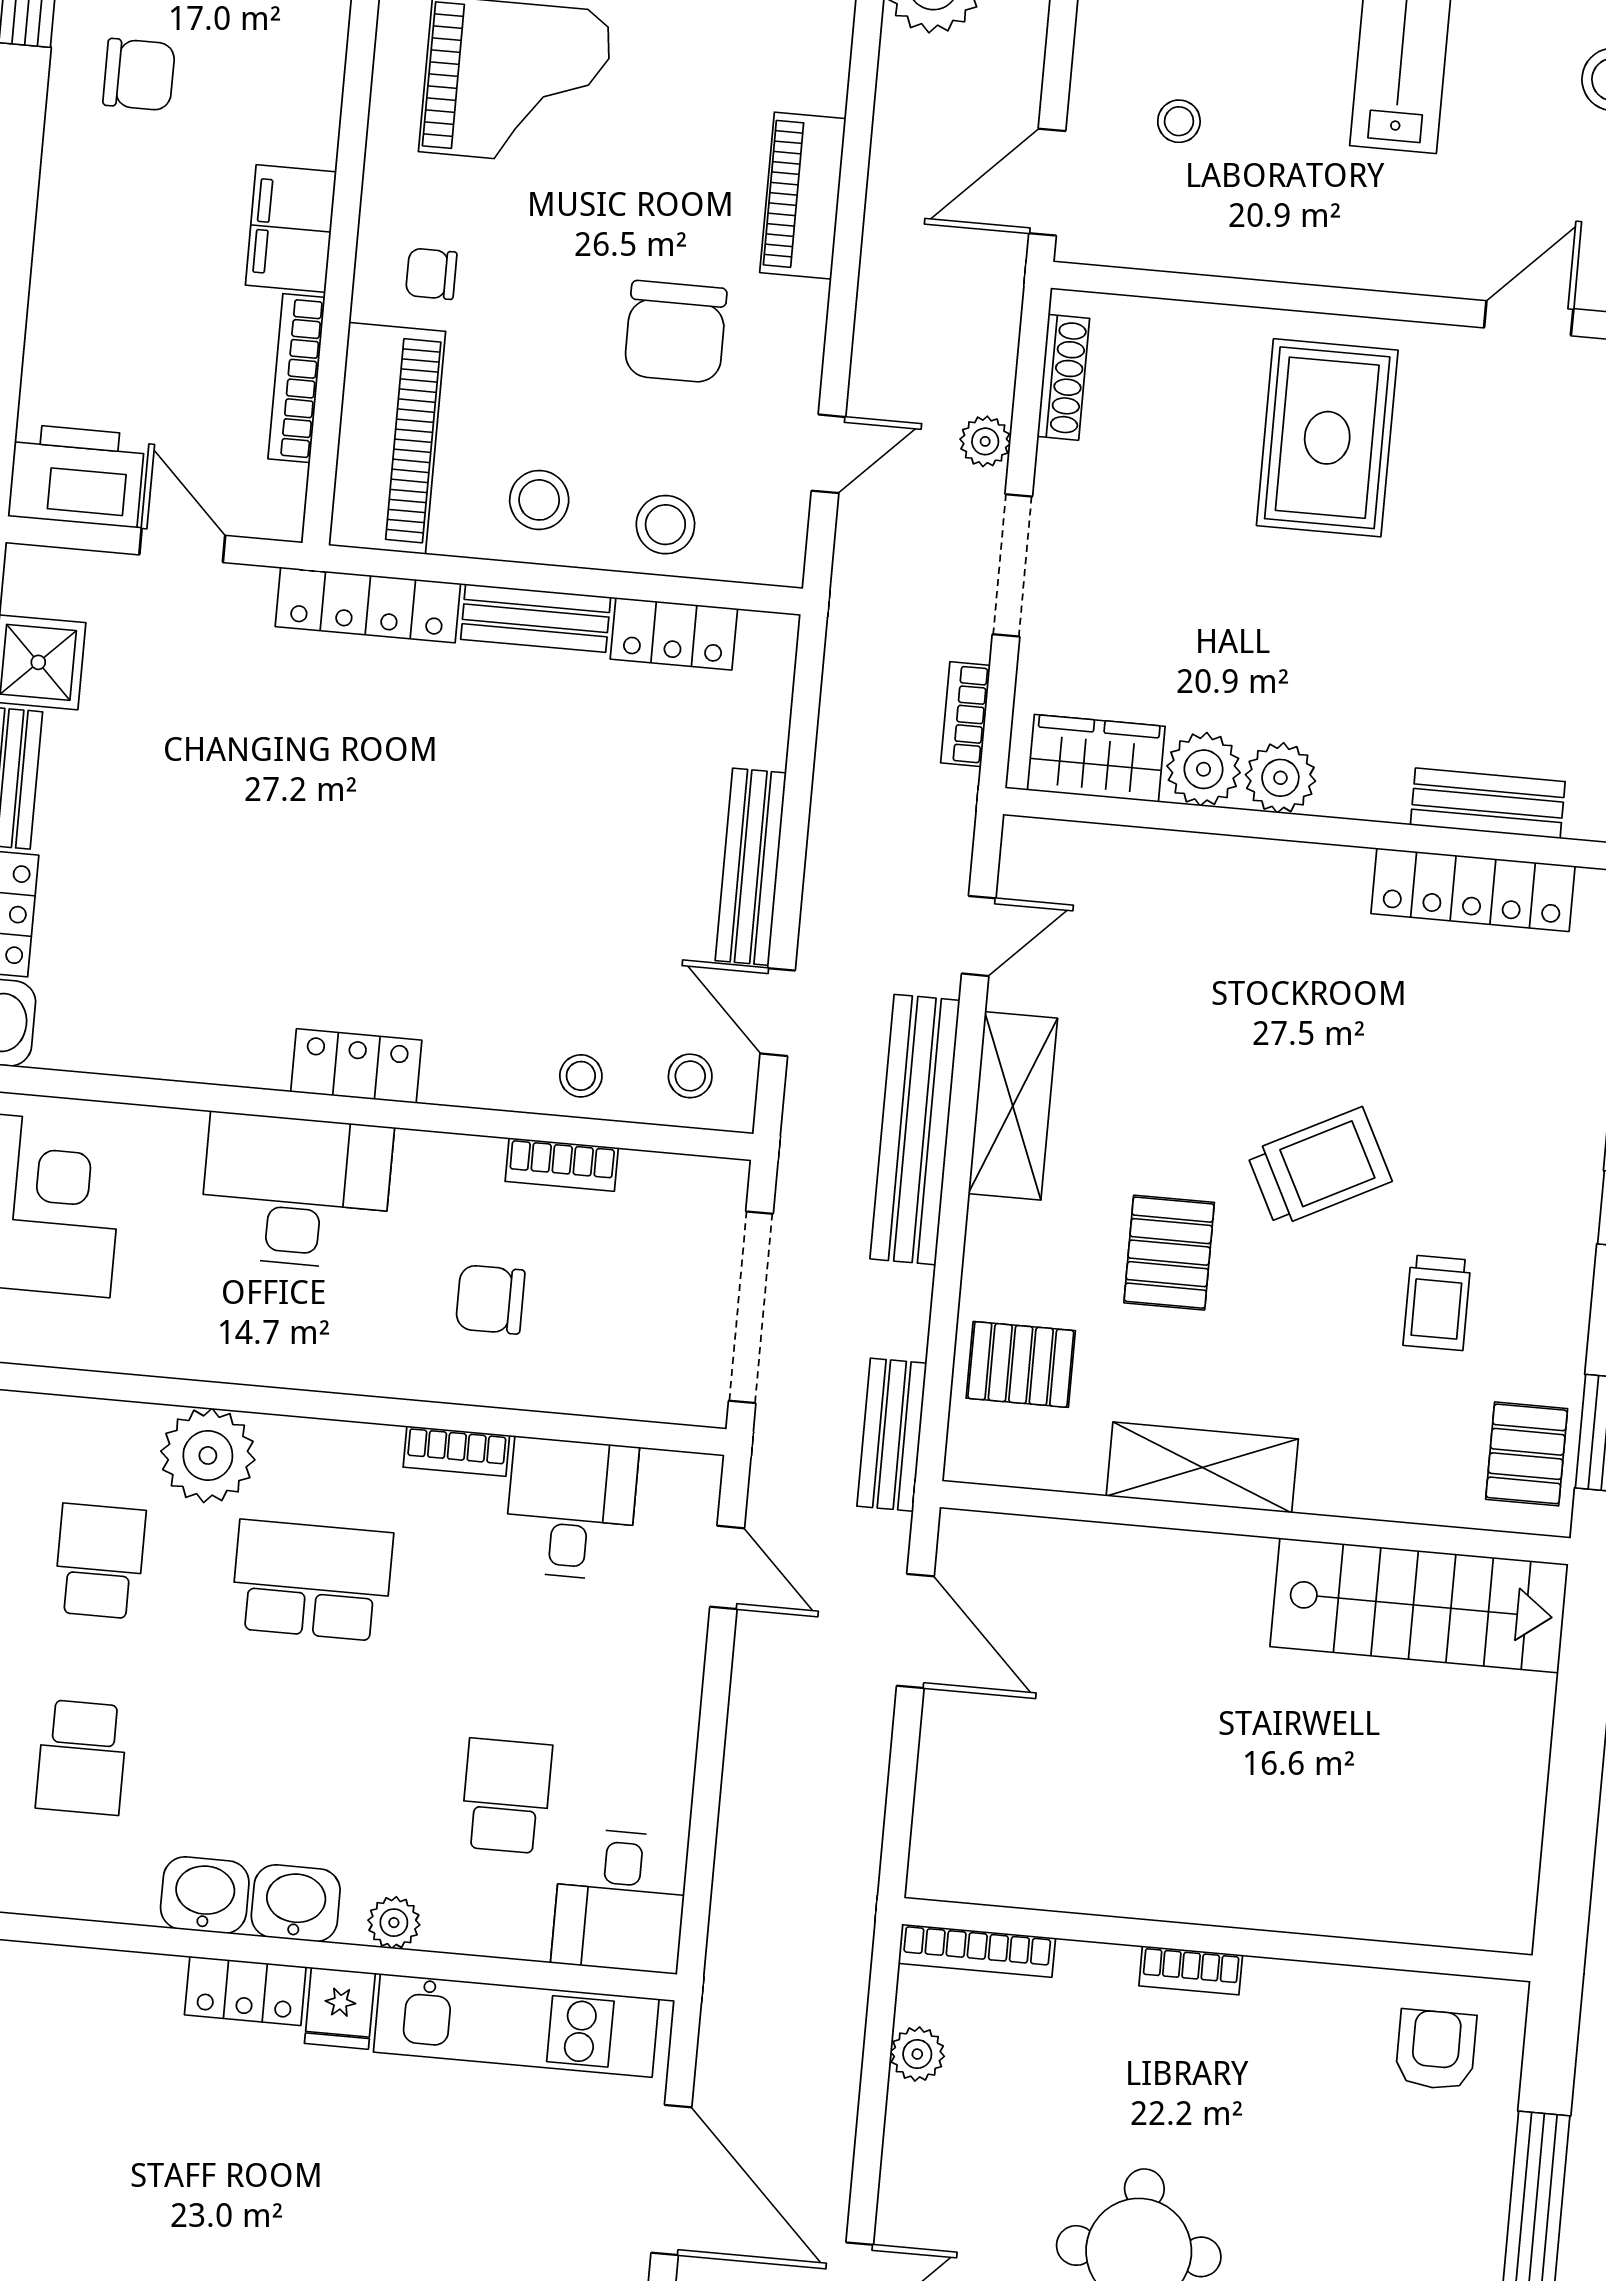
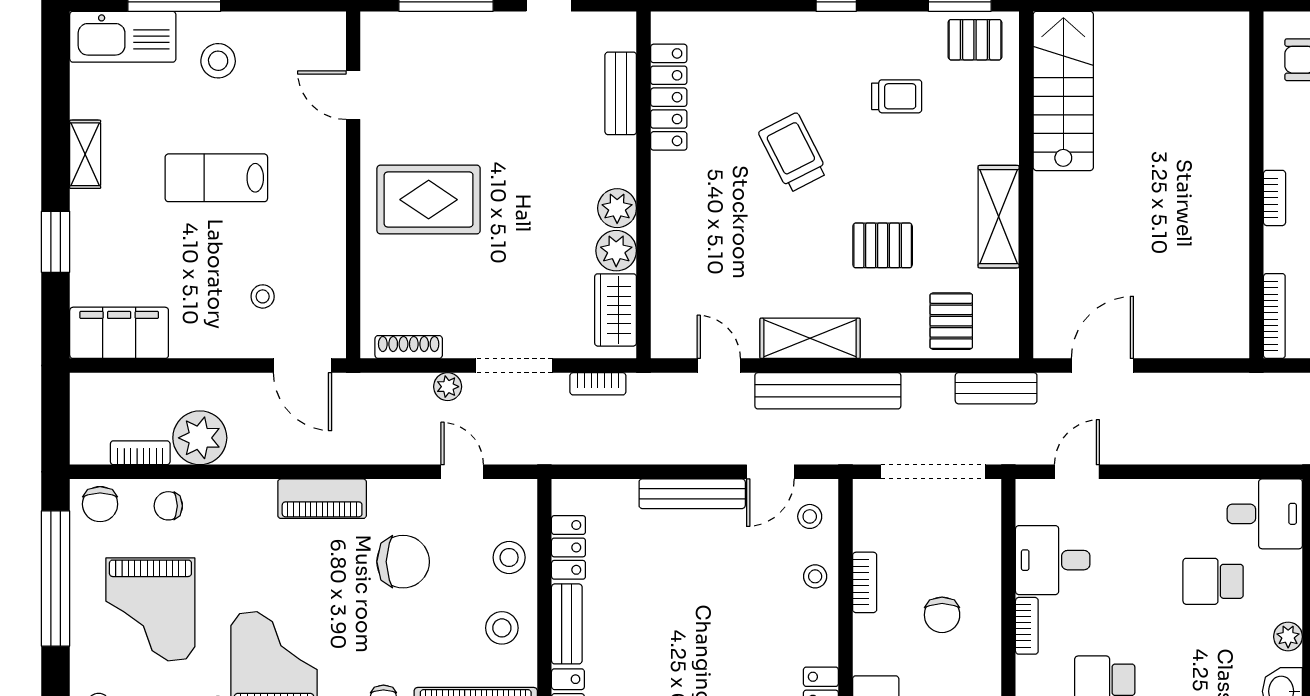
trolley: (1319, 1167) -> (793, 153), moved

